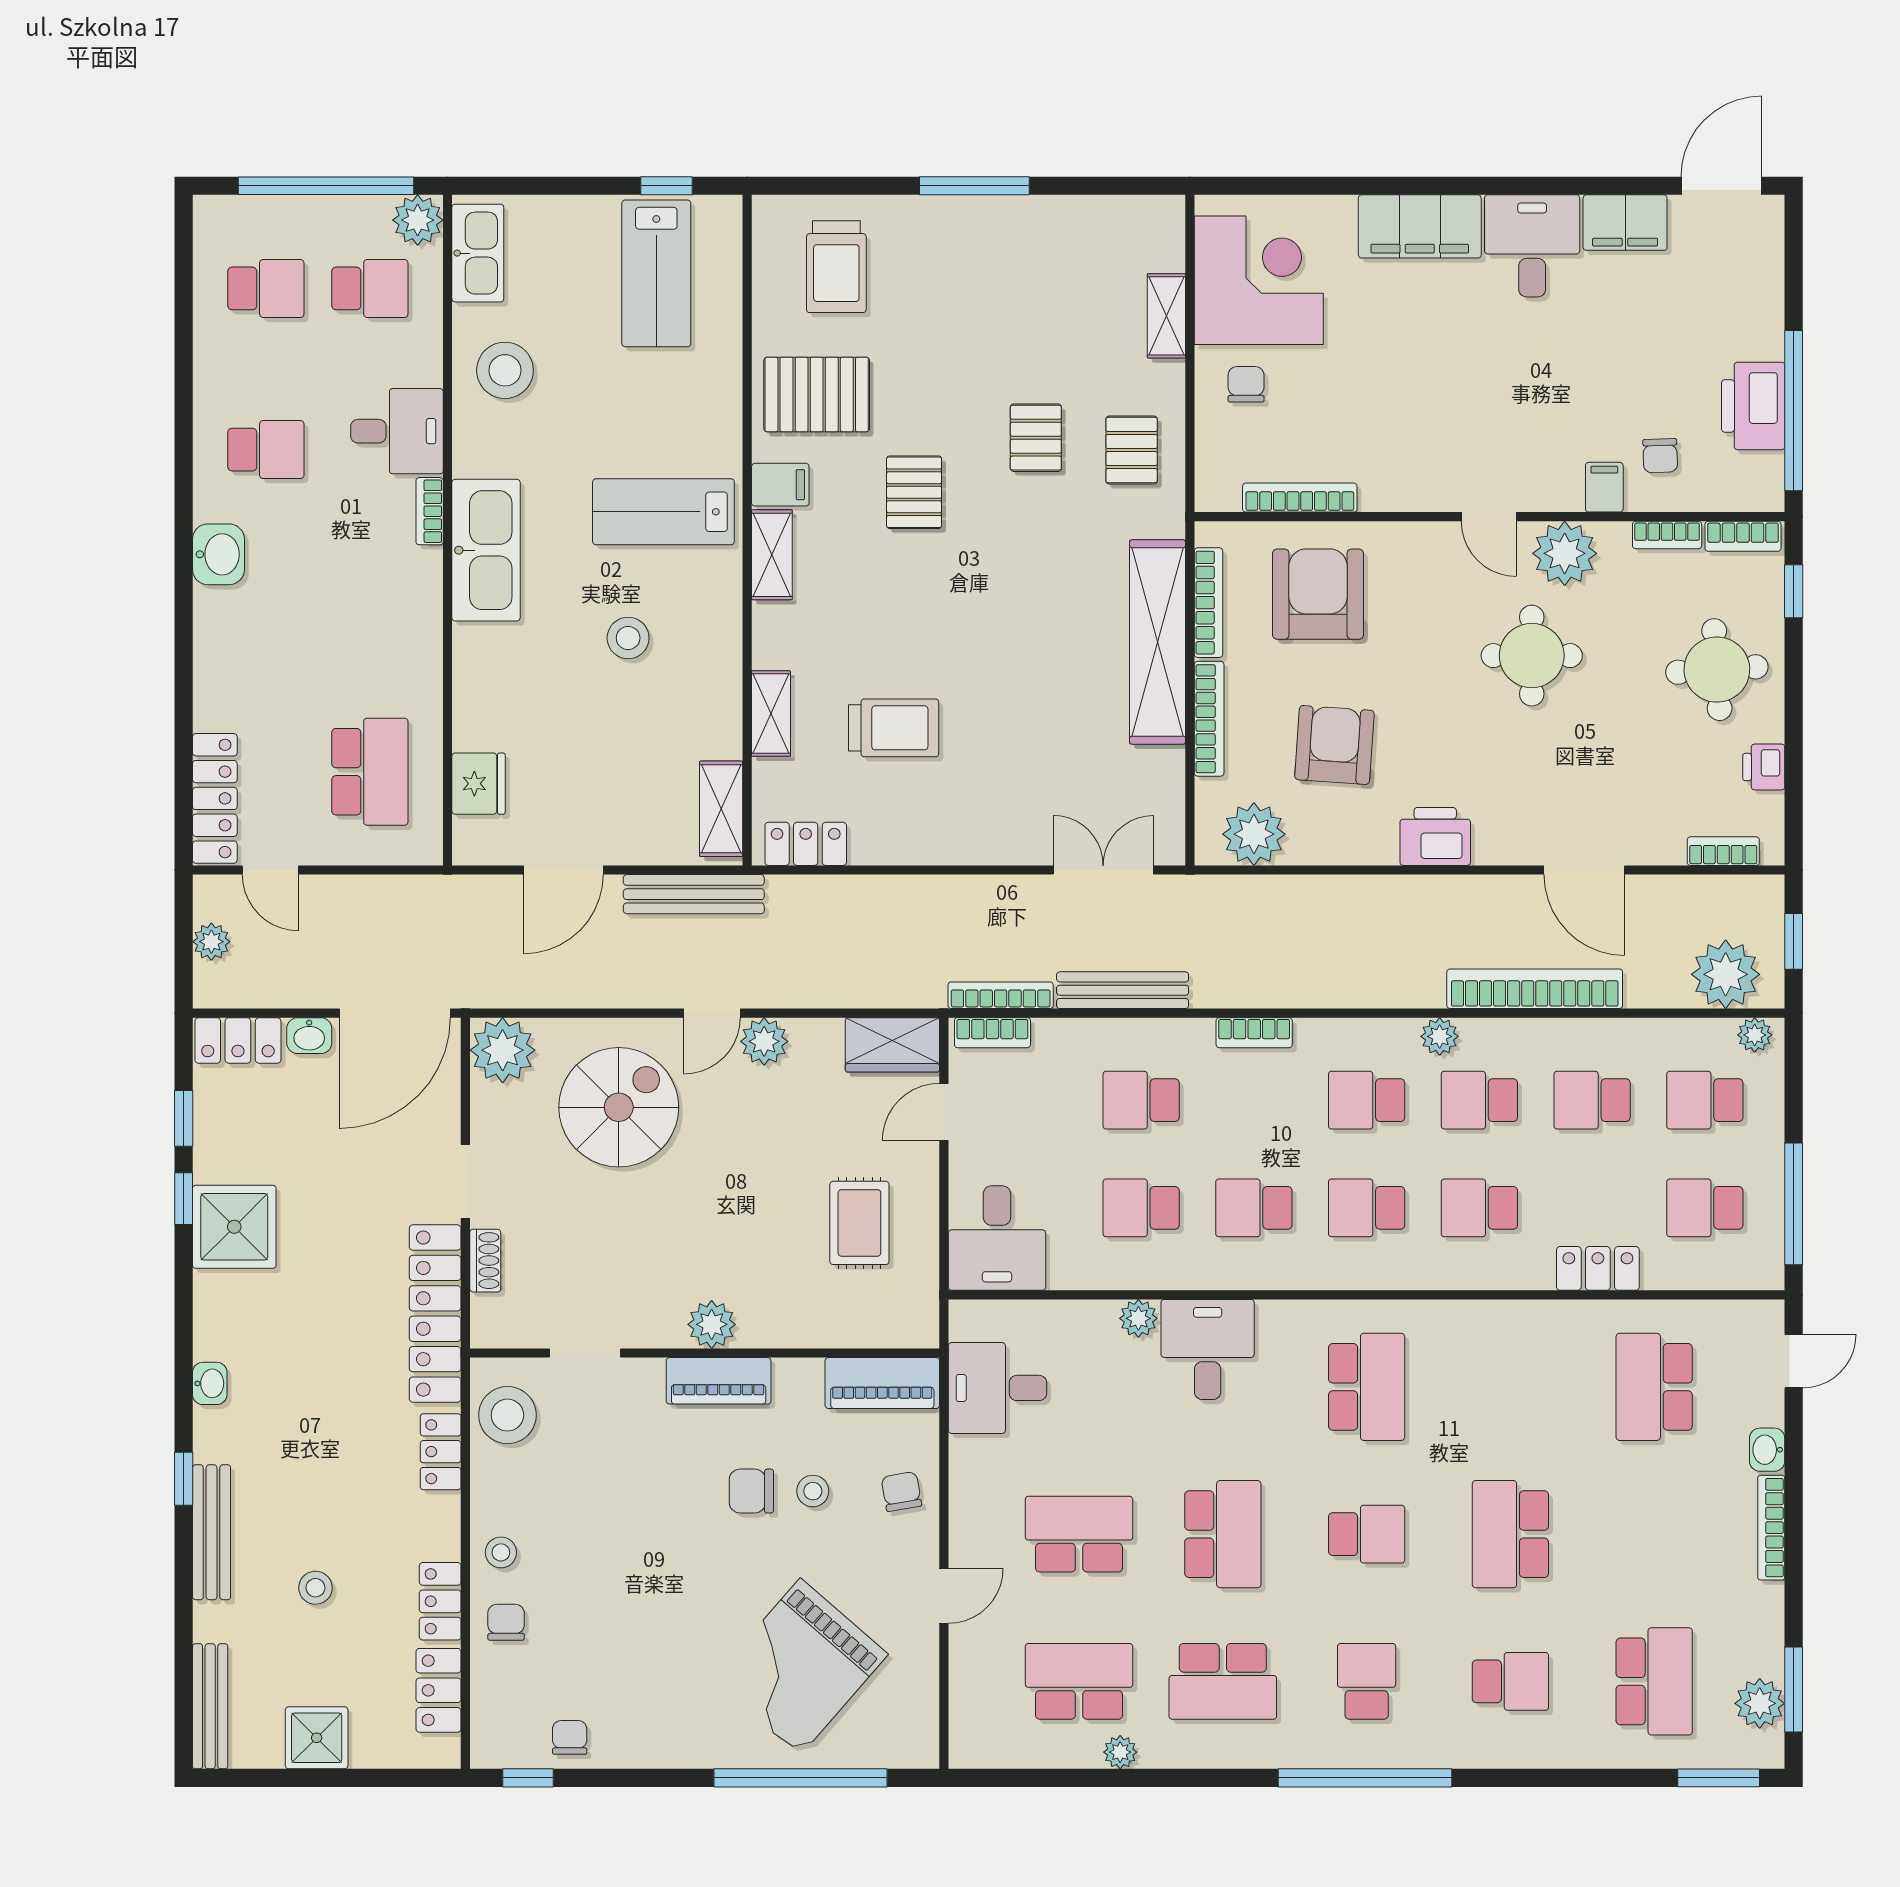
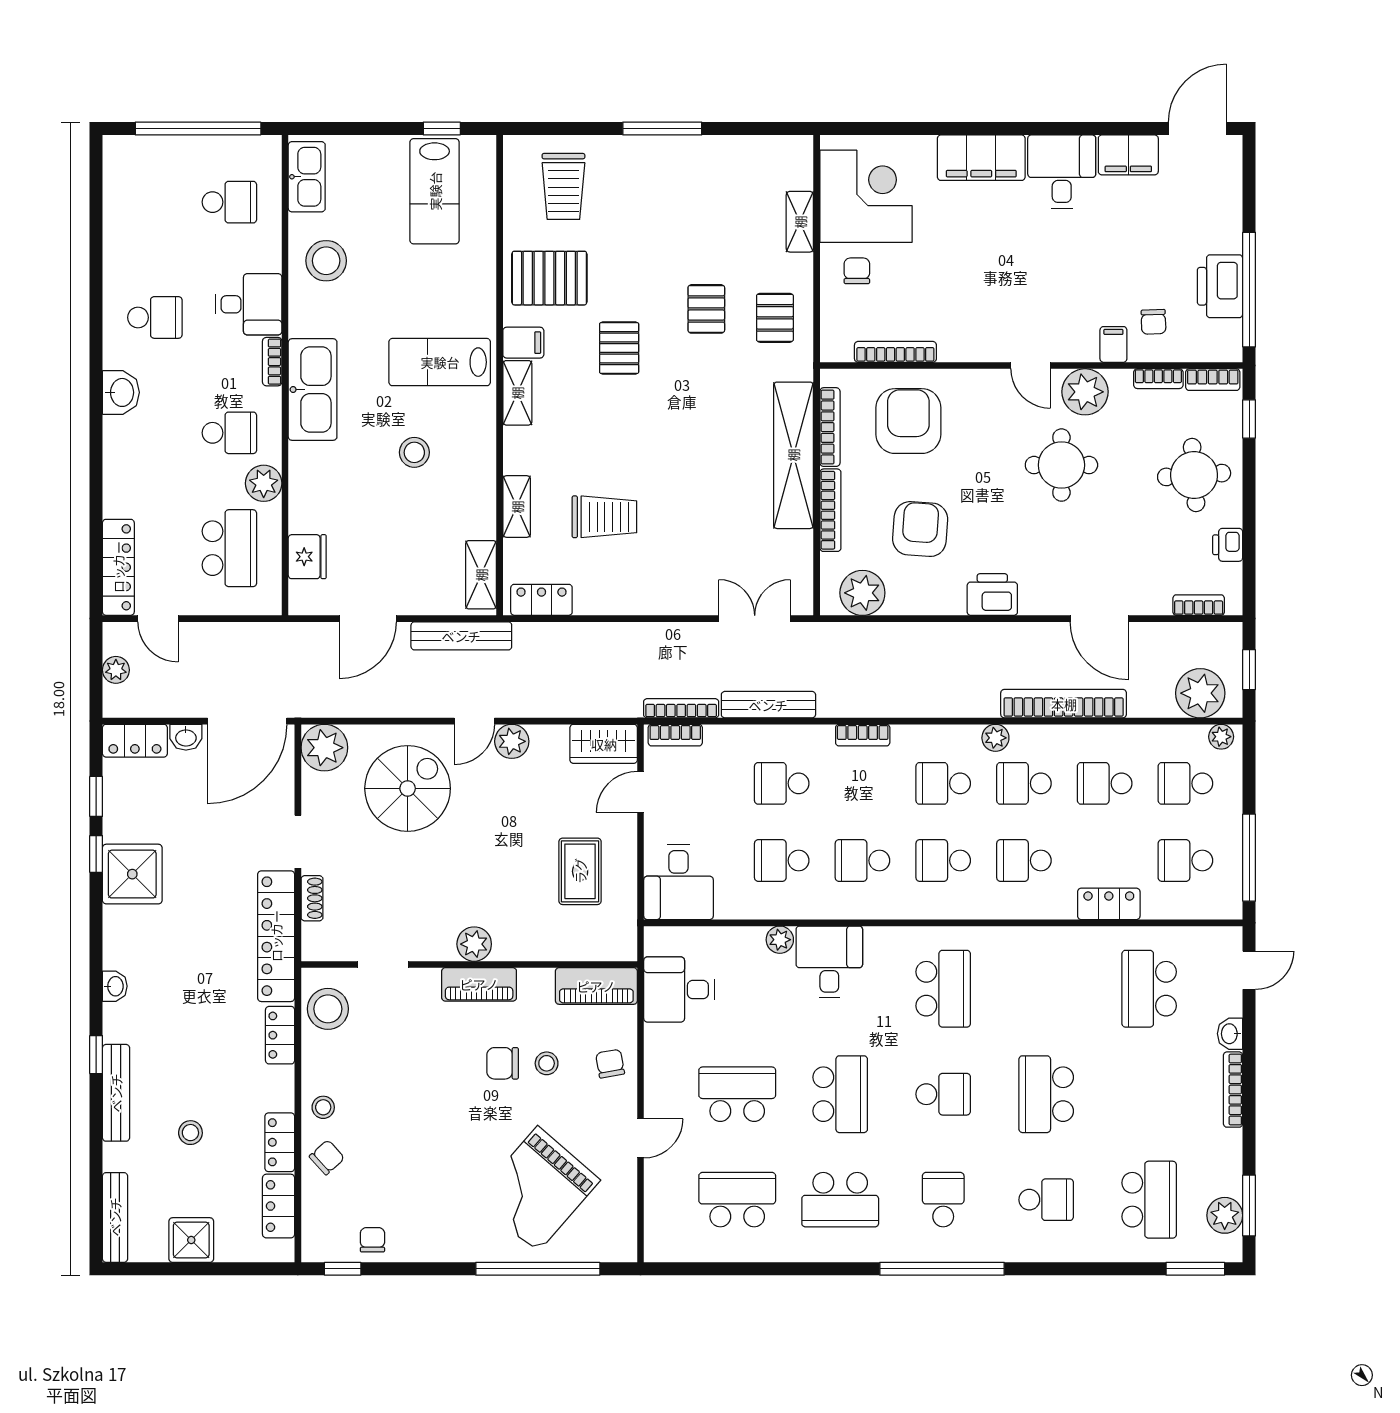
plant: (418, 220) -> (264, 483), moved
school desk: (266, 288) -> (229, 433), moved
chair: (506, 1622) -> (327, 1157), turned 48
plant: (1120, 1752) -> (767, 1250), removed

